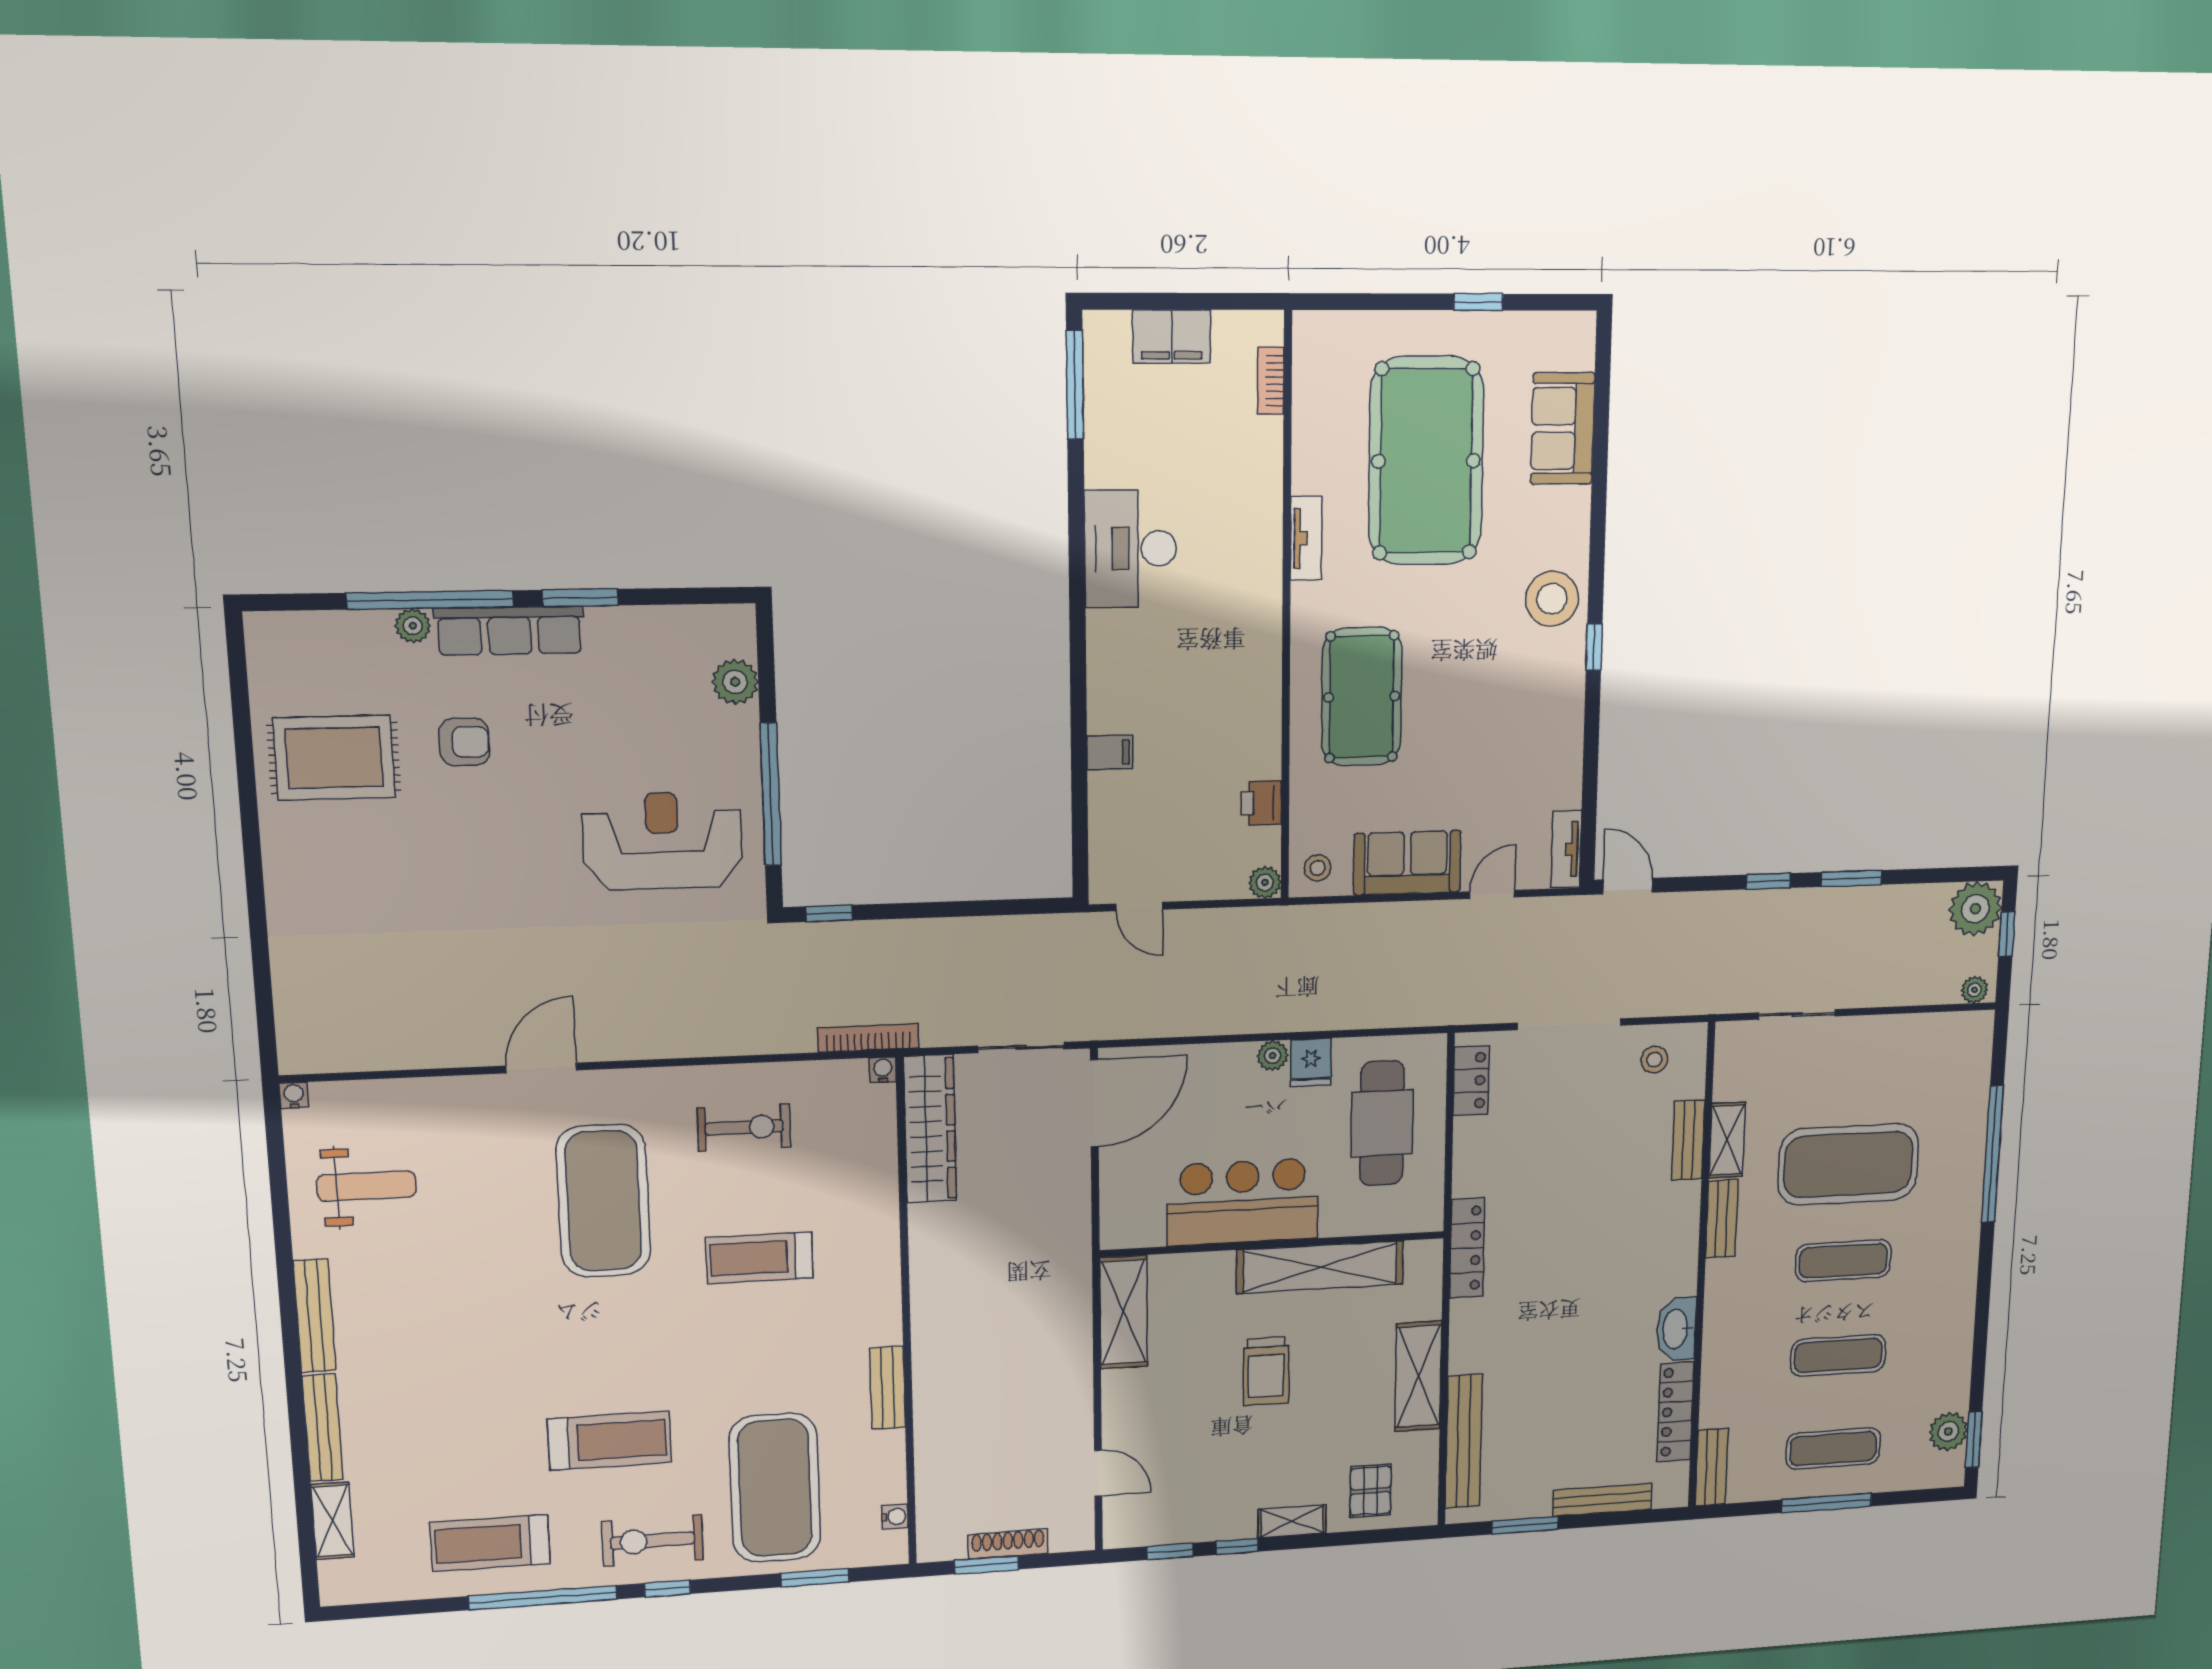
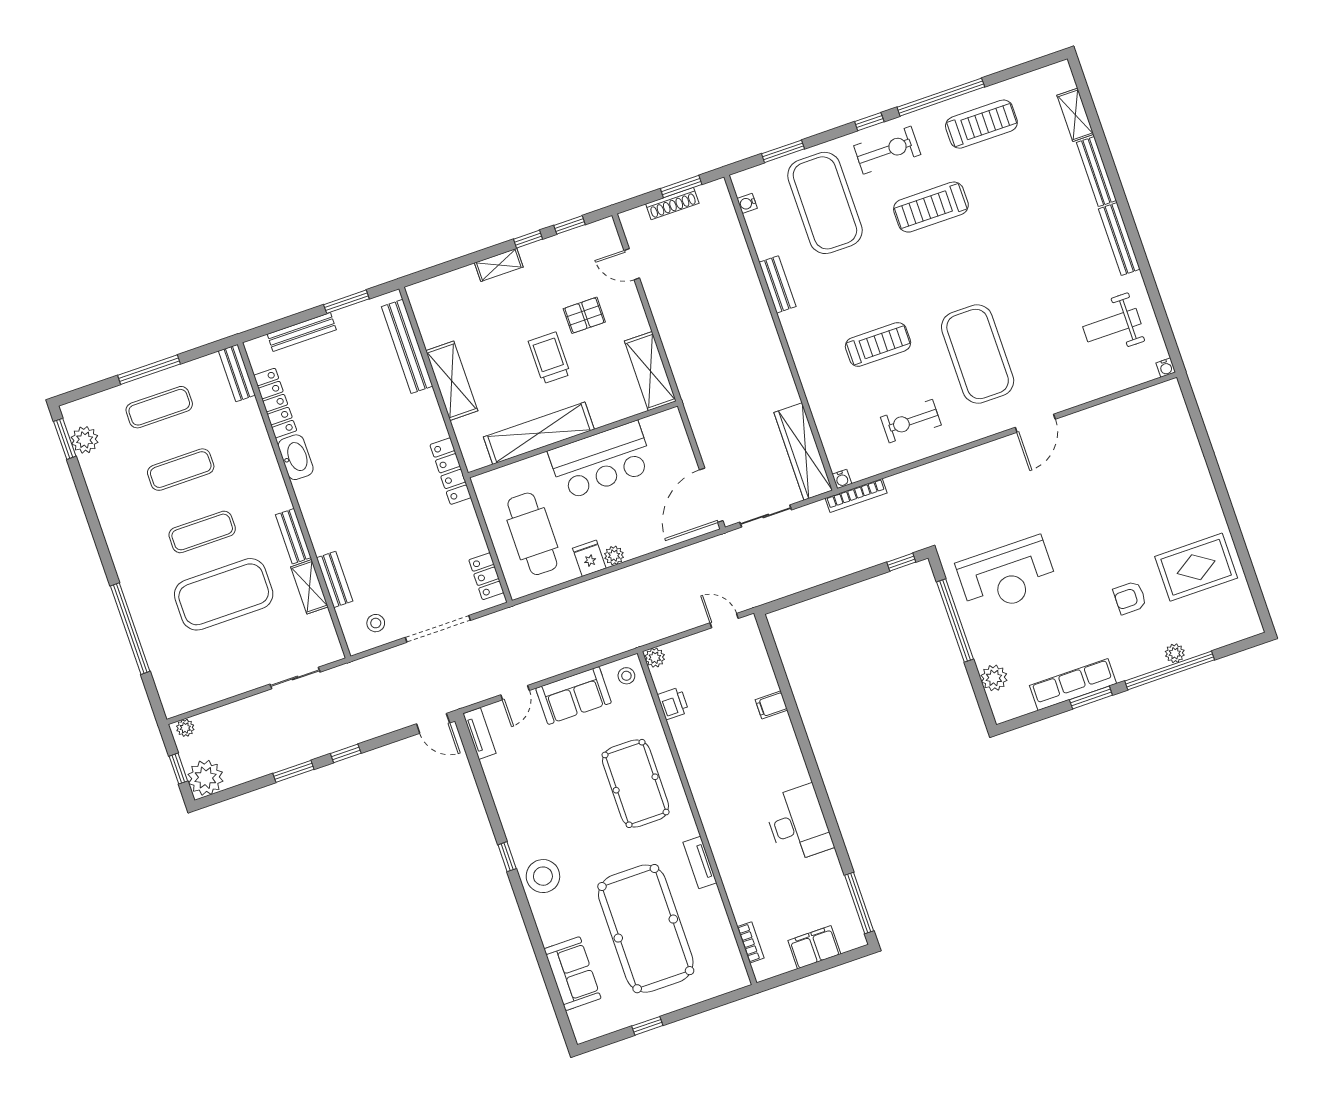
row of seats: (509, 631) -> (1073, 684), moved
pallet: (1371, 1491) -> (584, 315), moved, turned 90

